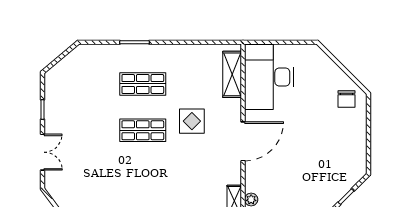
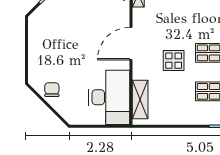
chair: (346, 99) -> (52, 90), moved

